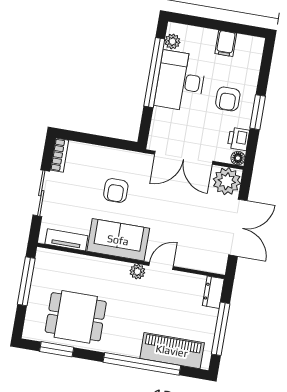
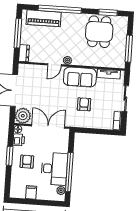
dining table: (76, 317) -> (99, 32), turned 90

